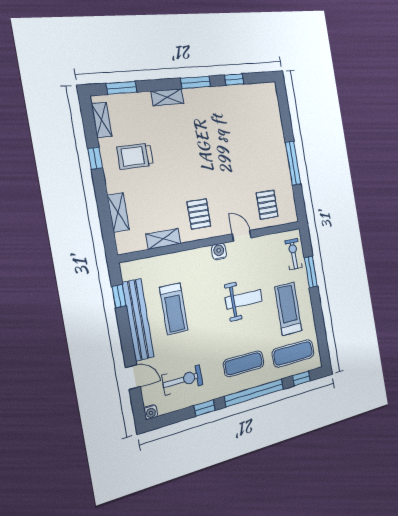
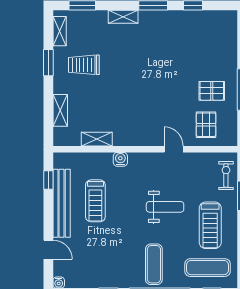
window: (95, 158) -> (48, 63), width x1.50
pallet: (199, 214) -> (212, 91), moved, turned 90
water cooler: (219, 252) -> (120, 159), moved
treadmill: (288, 309) -> (210, 225), turned 180
exercise mat: (244, 364) -> (154, 264), turned 90
exercise bike: (182, 380) -> (92, 263), removed

